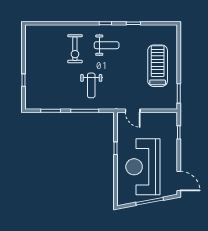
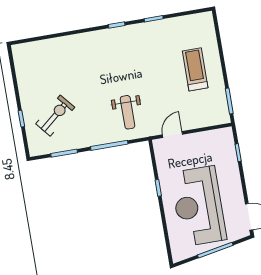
weight bench: (107, 45) -> (123, 54), removed
exercise bike: (75, 49) -> (55, 116), moved, turned -130
treadmill: (158, 66) -> (195, 69), width x0.73, depth x0.73
weight bench: (91, 85) -> (128, 112), moved
door: (133, 111) -> (172, 135), swing flipped

